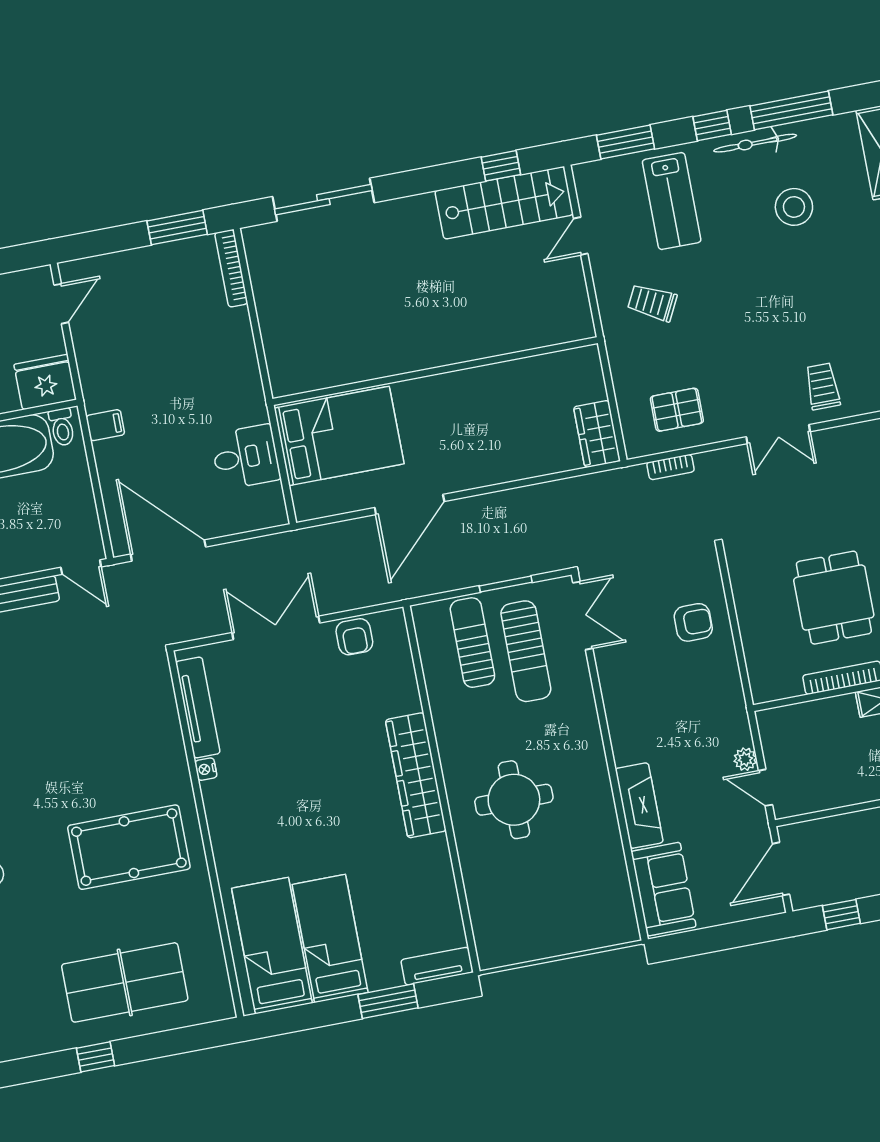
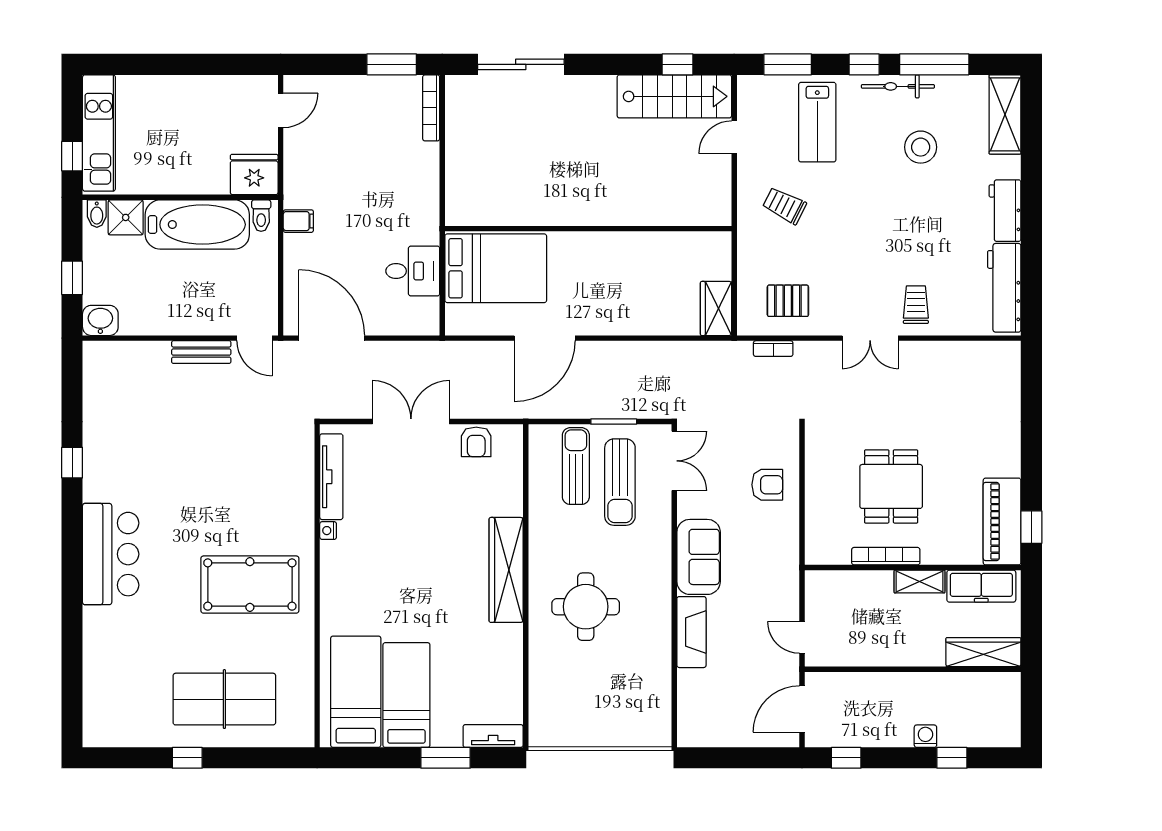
plant: (745, 759) -> (789, 610), removed
sofa: (663, 889) -> (699, 557), moved

